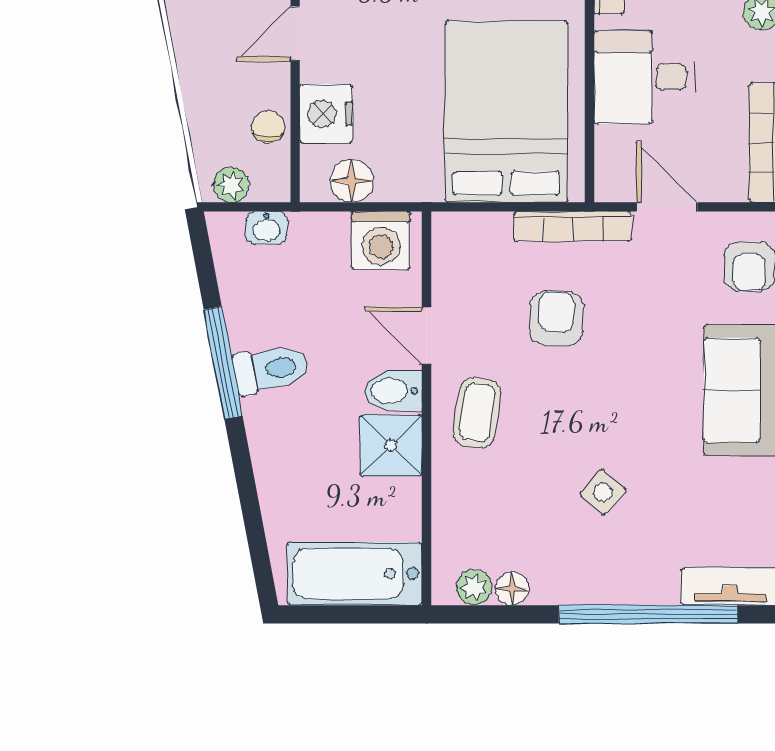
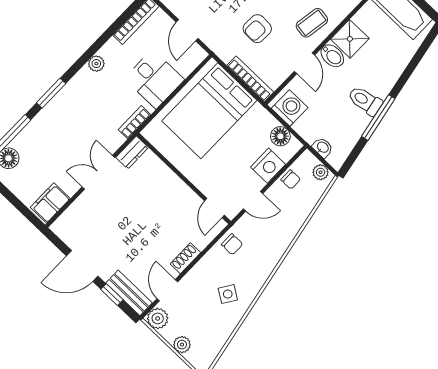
chair: (268, 127) -> (291, 179), turned -90
bookcase: (573, 226) -> (250, 79), moved

